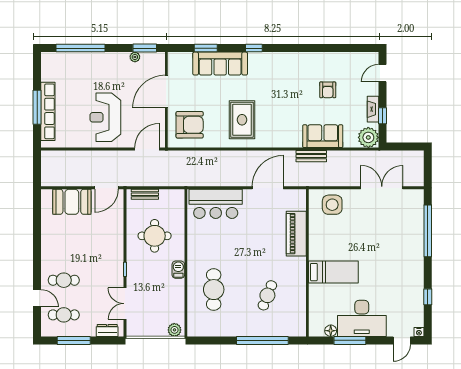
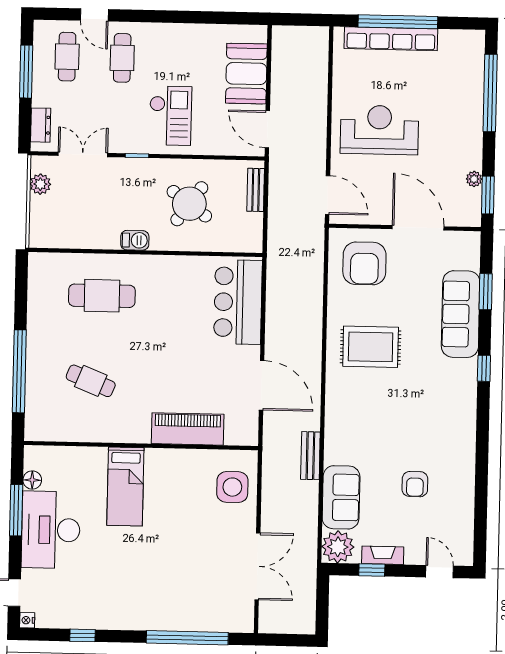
armchair: (328, 90) -> (415, 484), turned -90
window: (37, 107) -> (398, 22), width x1.46
sofa: (323, 136) -> (341, 497), moved
round table: (155, 236) -> (189, 204), turned 36
checkout: (99, 249) -> (170, 116), added
door: (37, 298) -> (94, 15), hinge flipped
plant: (174, 330) -> (40, 184), moved

